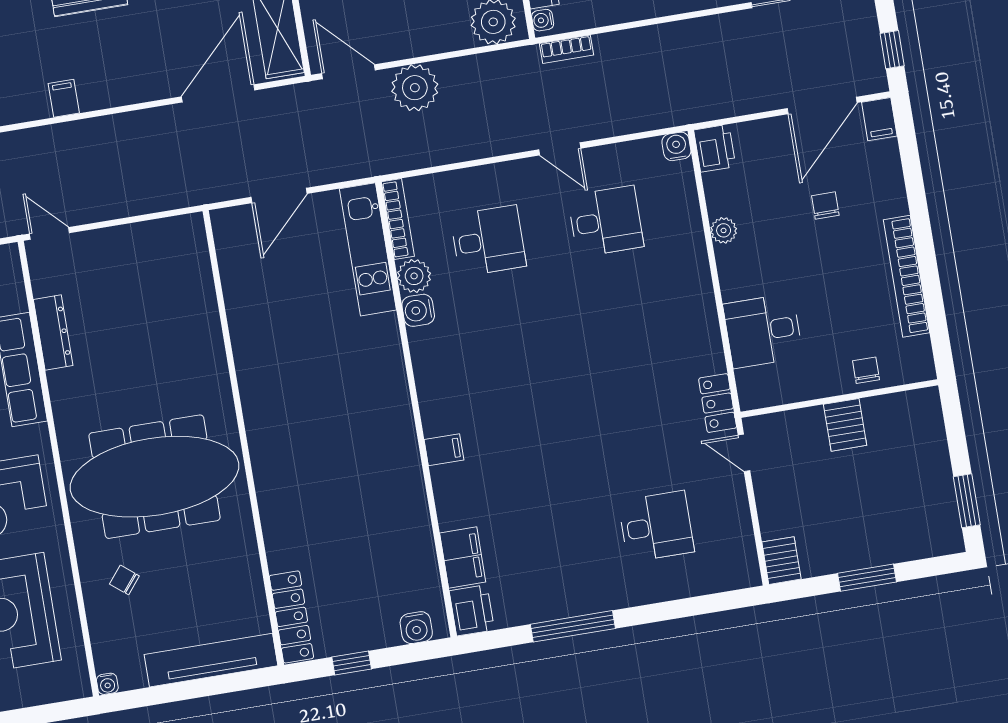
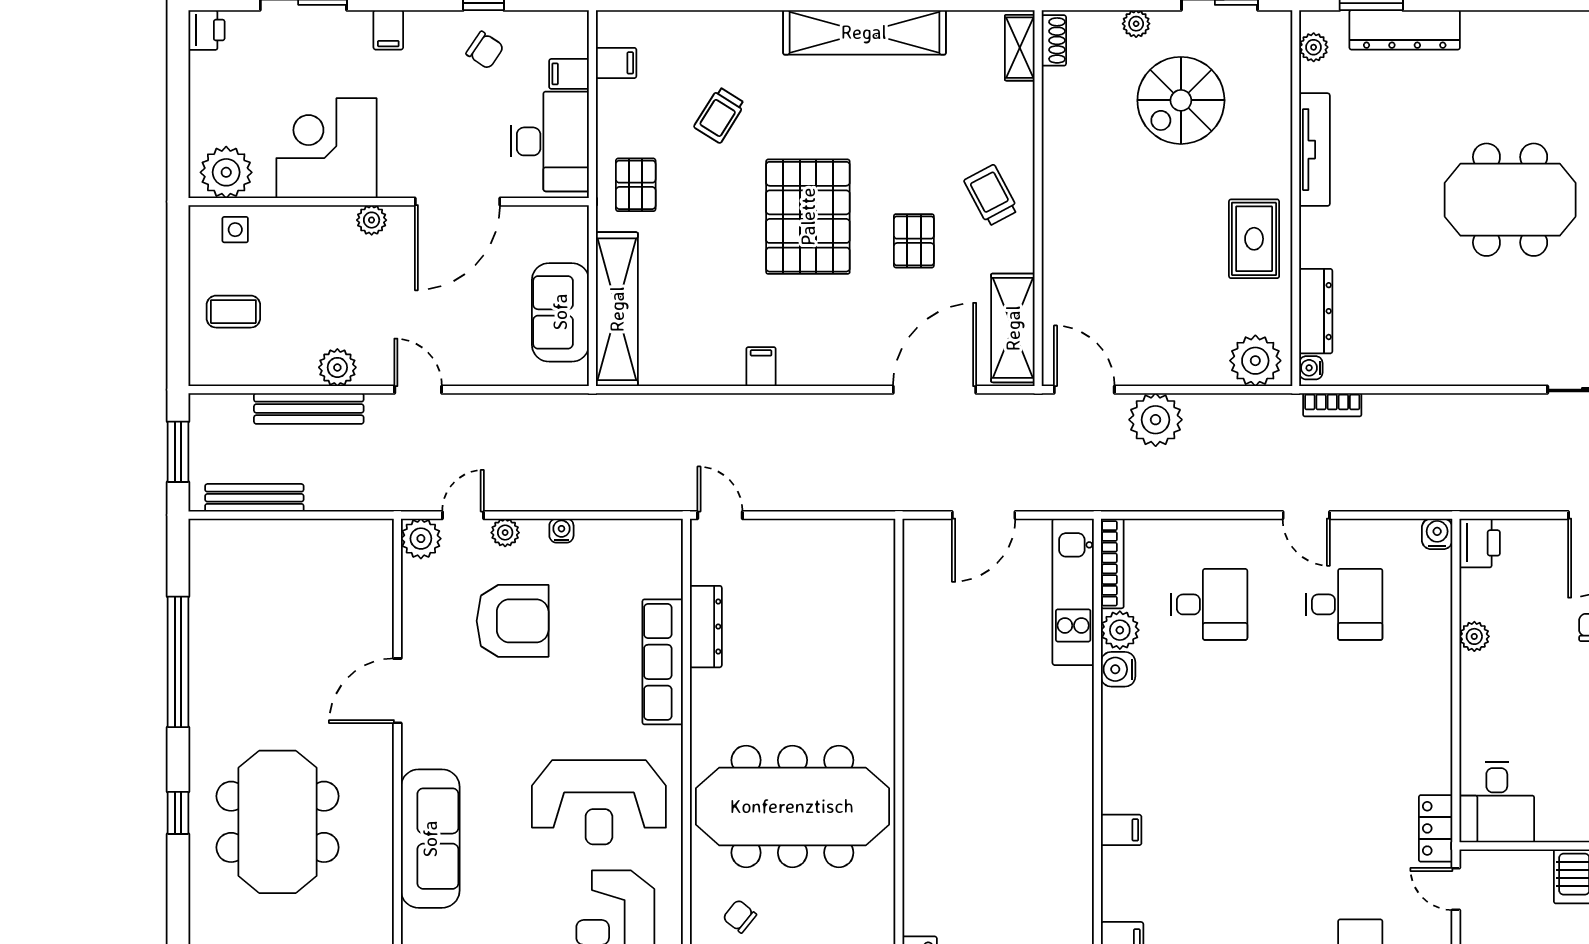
desk: (763, 331) -> (1497, 802), moved, turned -90

